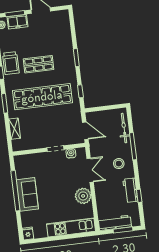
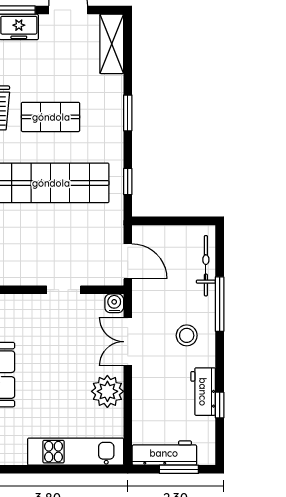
shelving: (64, 25) -> (112, 44), added
water cooler: (71, 153) -> (114, 303), moved
double door: (90, 170) -> (128, 342), swing flipped

